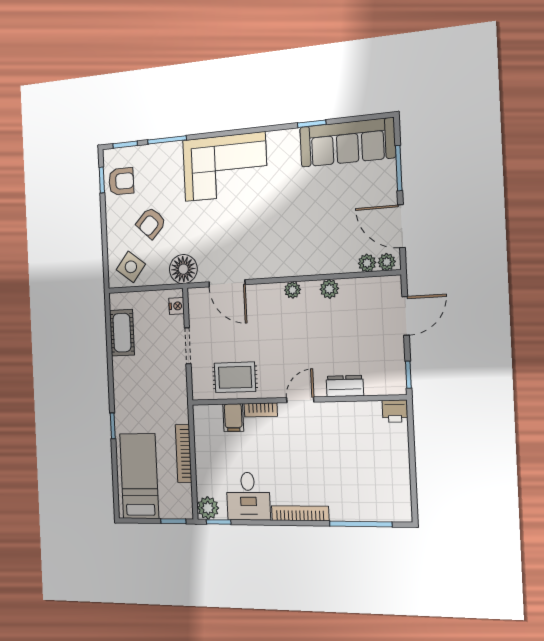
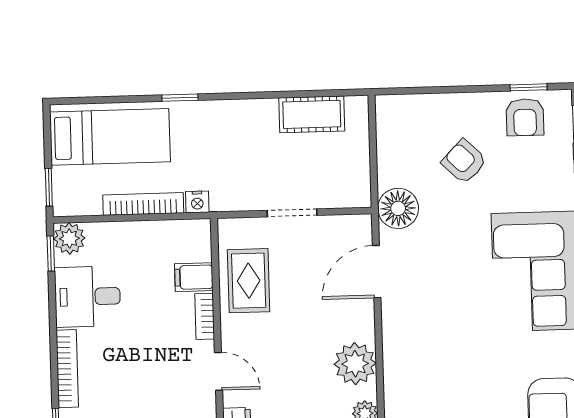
side table: (131, 267) -> (404, 130), removed
plant: (293, 290) -> (355, 364), width x1.88, depth x1.88
nightstand: (177, 306) -> (197, 202), moved

